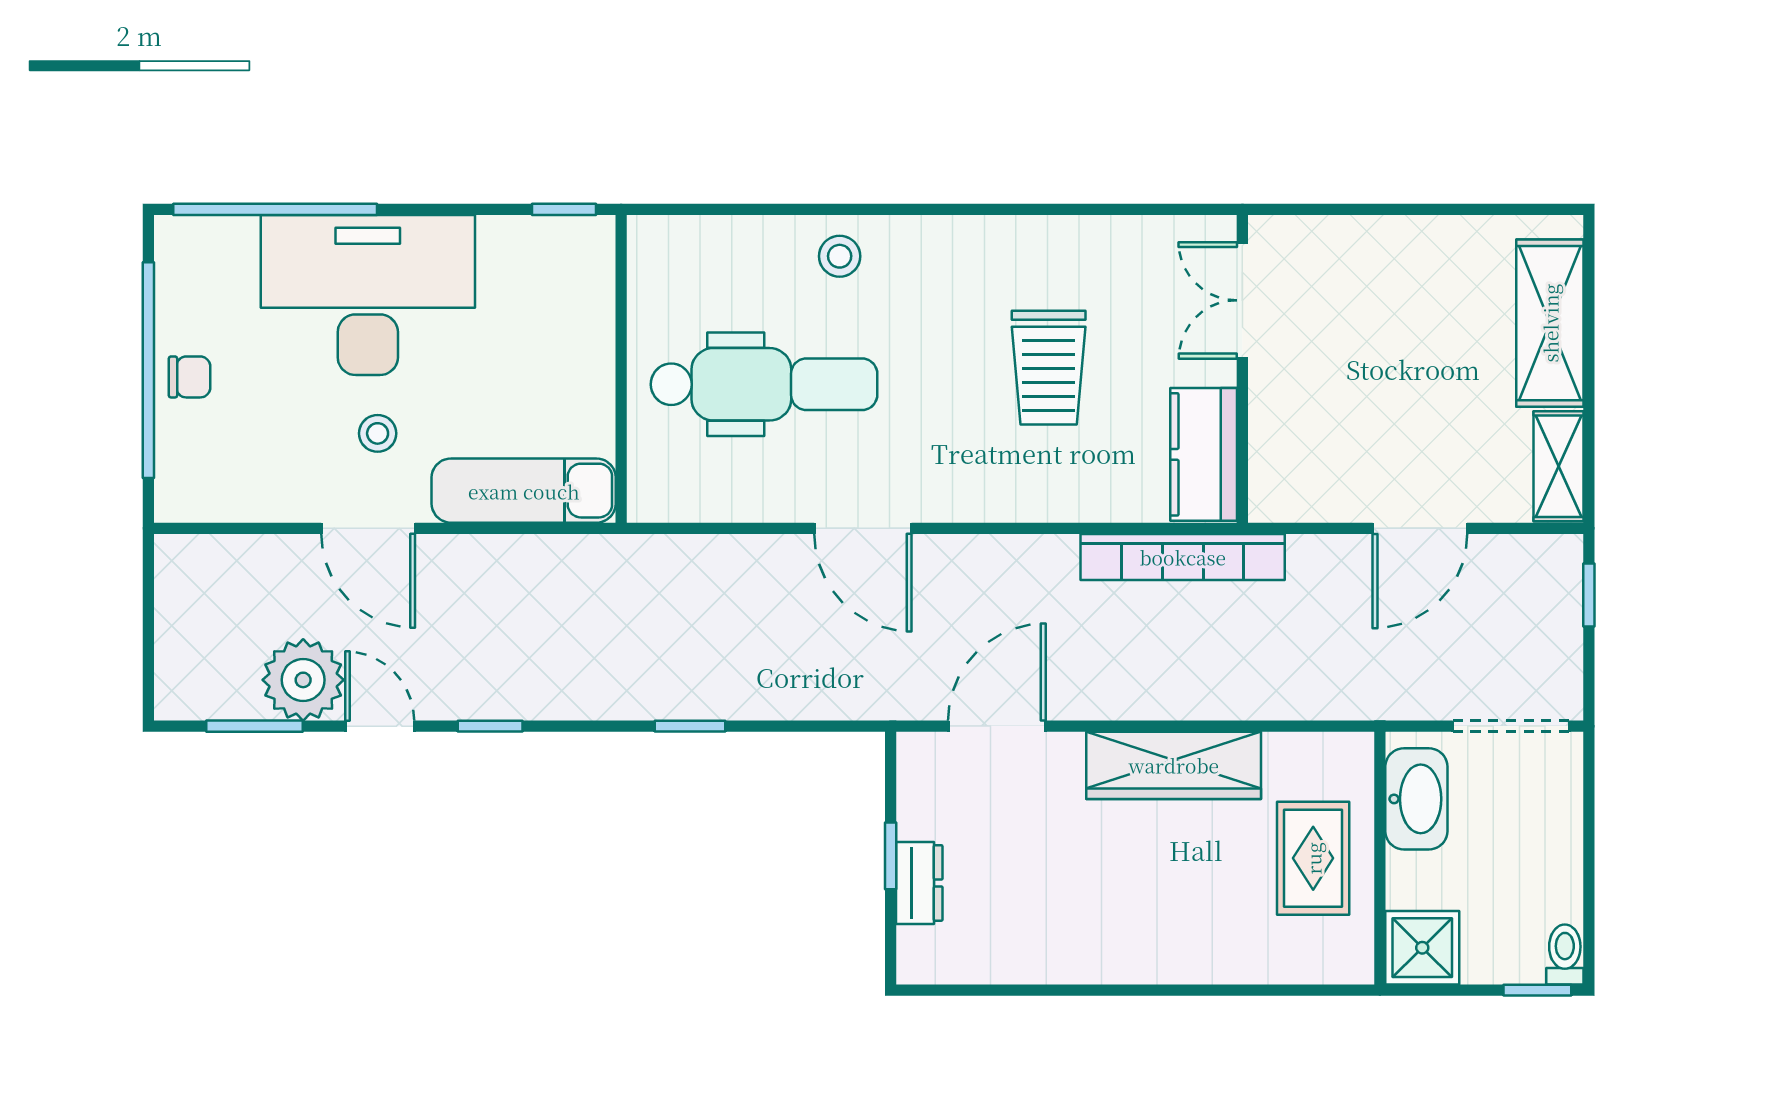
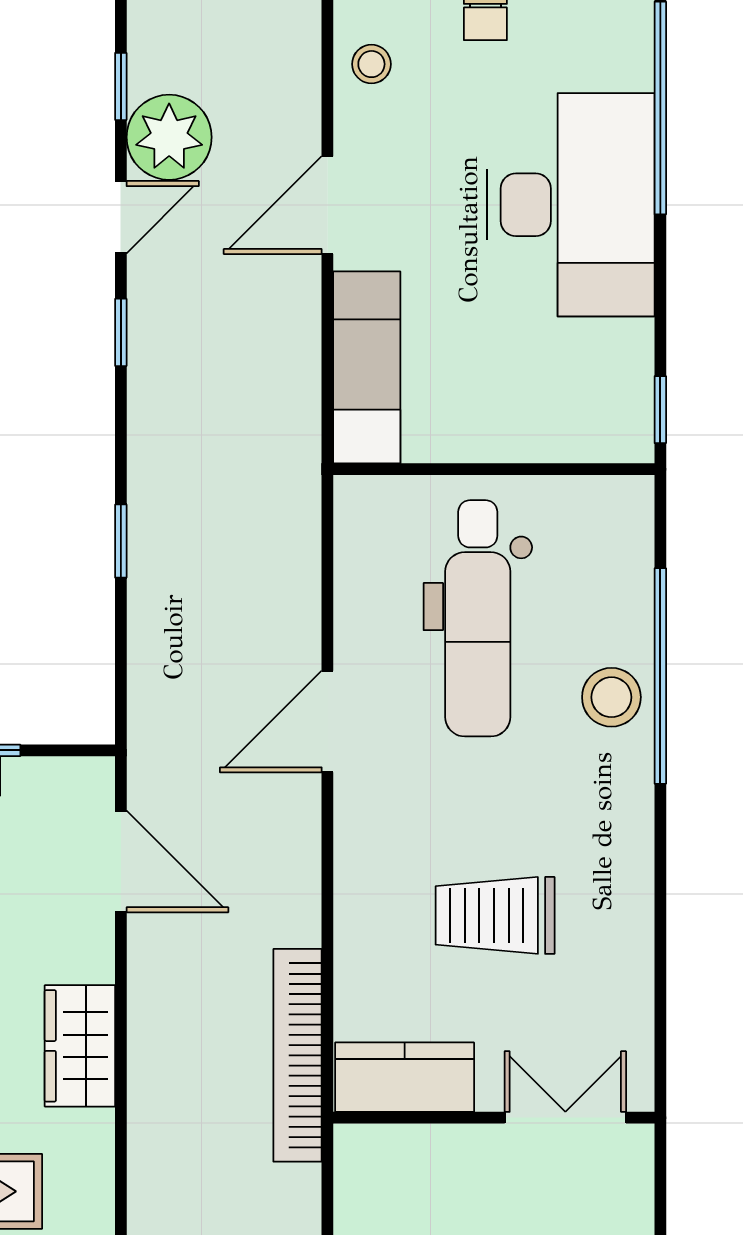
window: (819, 209) -> (660, 676), added
stool: (840, 256) -> (611, 697), width x1.37, depth x1.37
stool: (378, 433) -> (371, 64), moved
window: (254, 726) -> (121, 86), width x0.67
wardrobe: (1174, 765) -> (80, 1046), width x0.67

